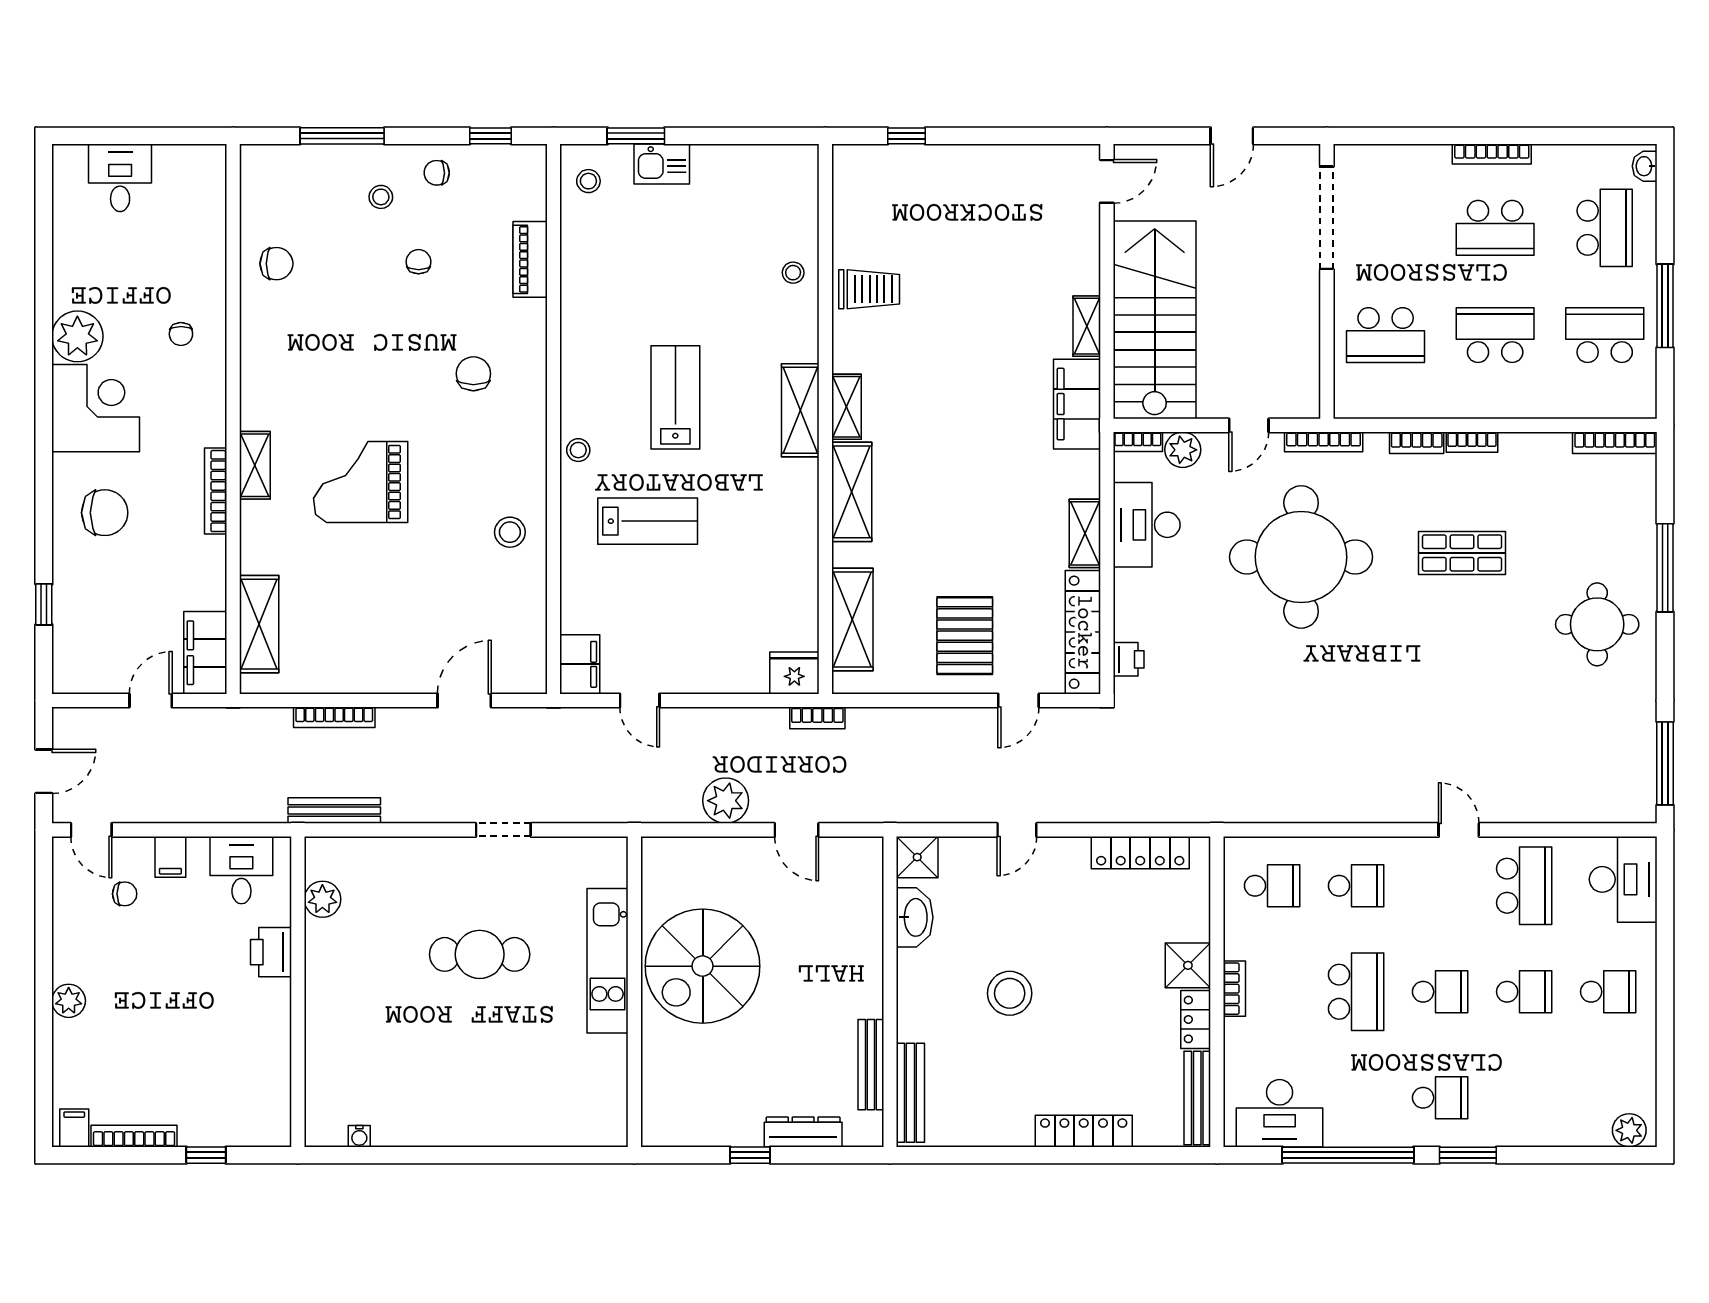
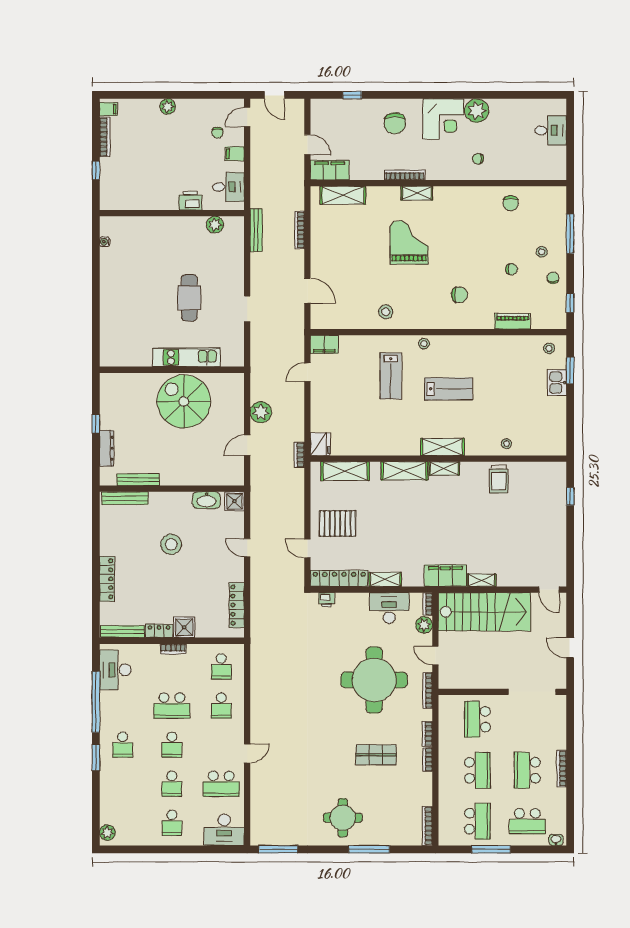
shop shelf: (1462, 553) -> (376, 755), turned 90

